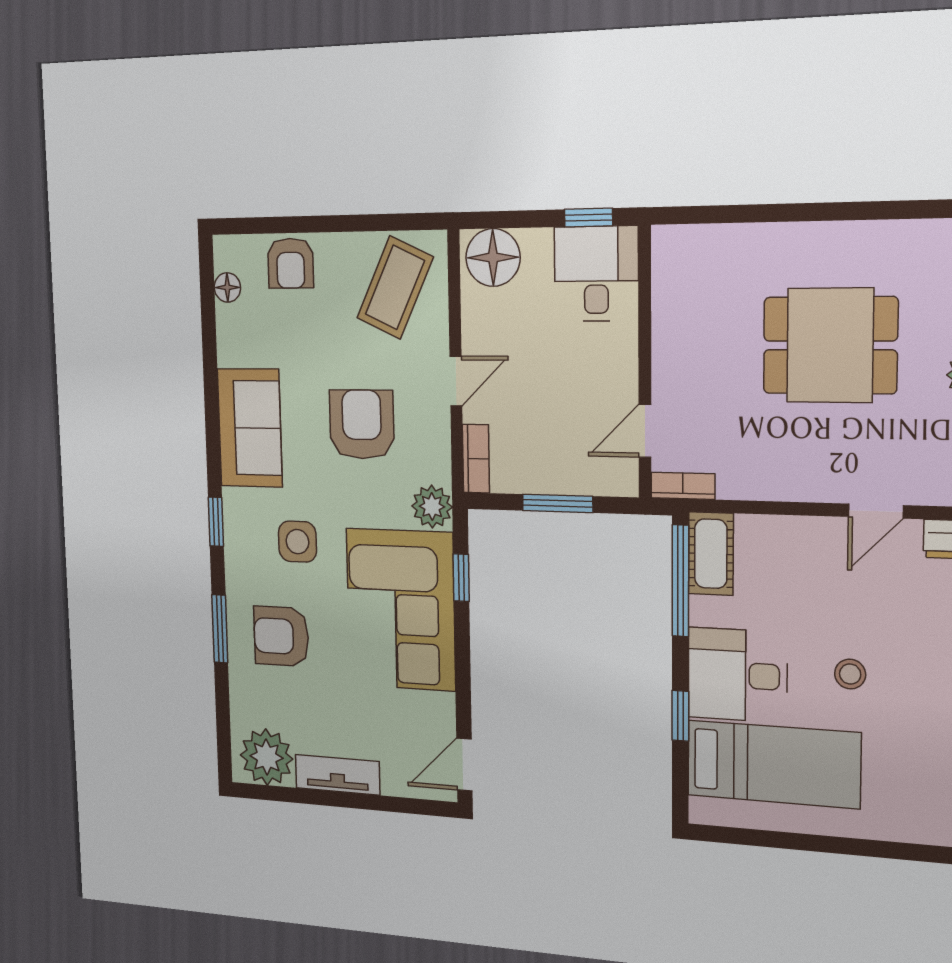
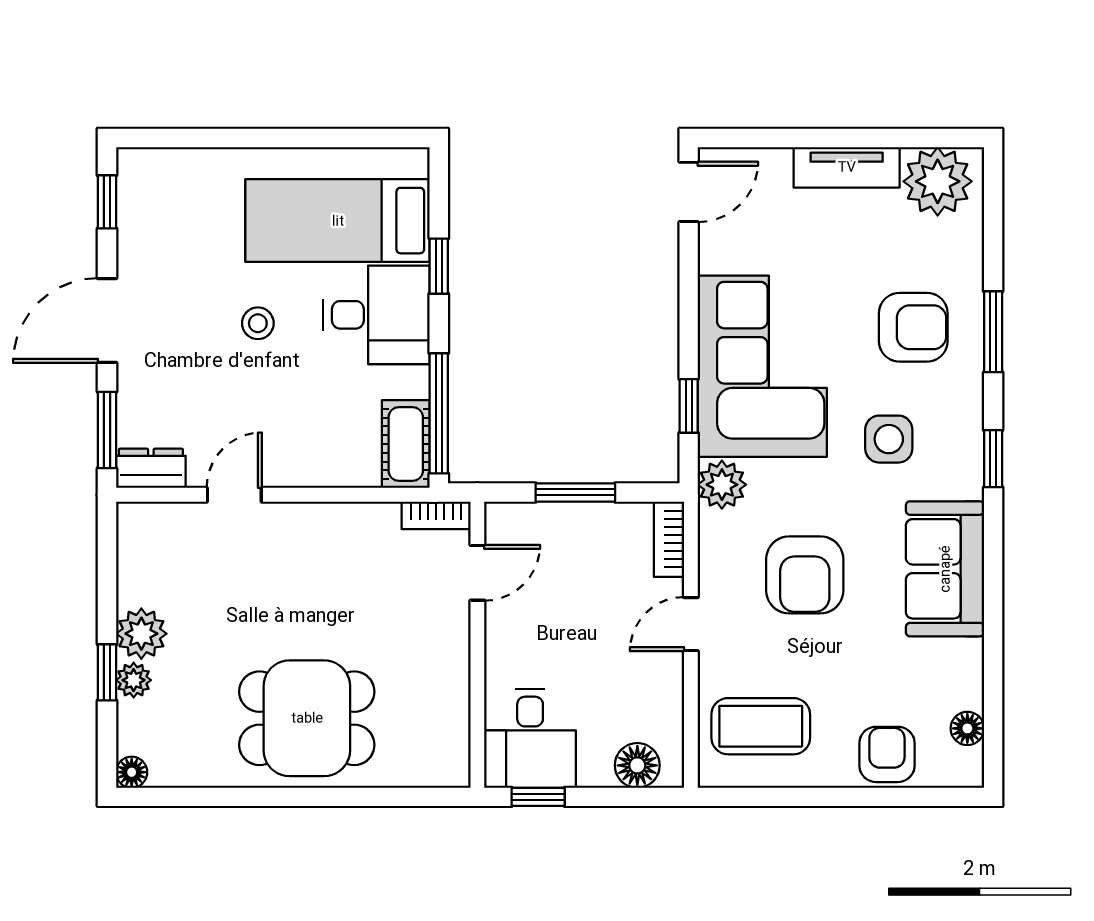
floor lamp: (493, 257) -> (637, 765), width x0.73, depth x0.73
coffee table: (395, 287) -> (761, 726), turned 65
dining table: (830, 345) -> (307, 718), moved

